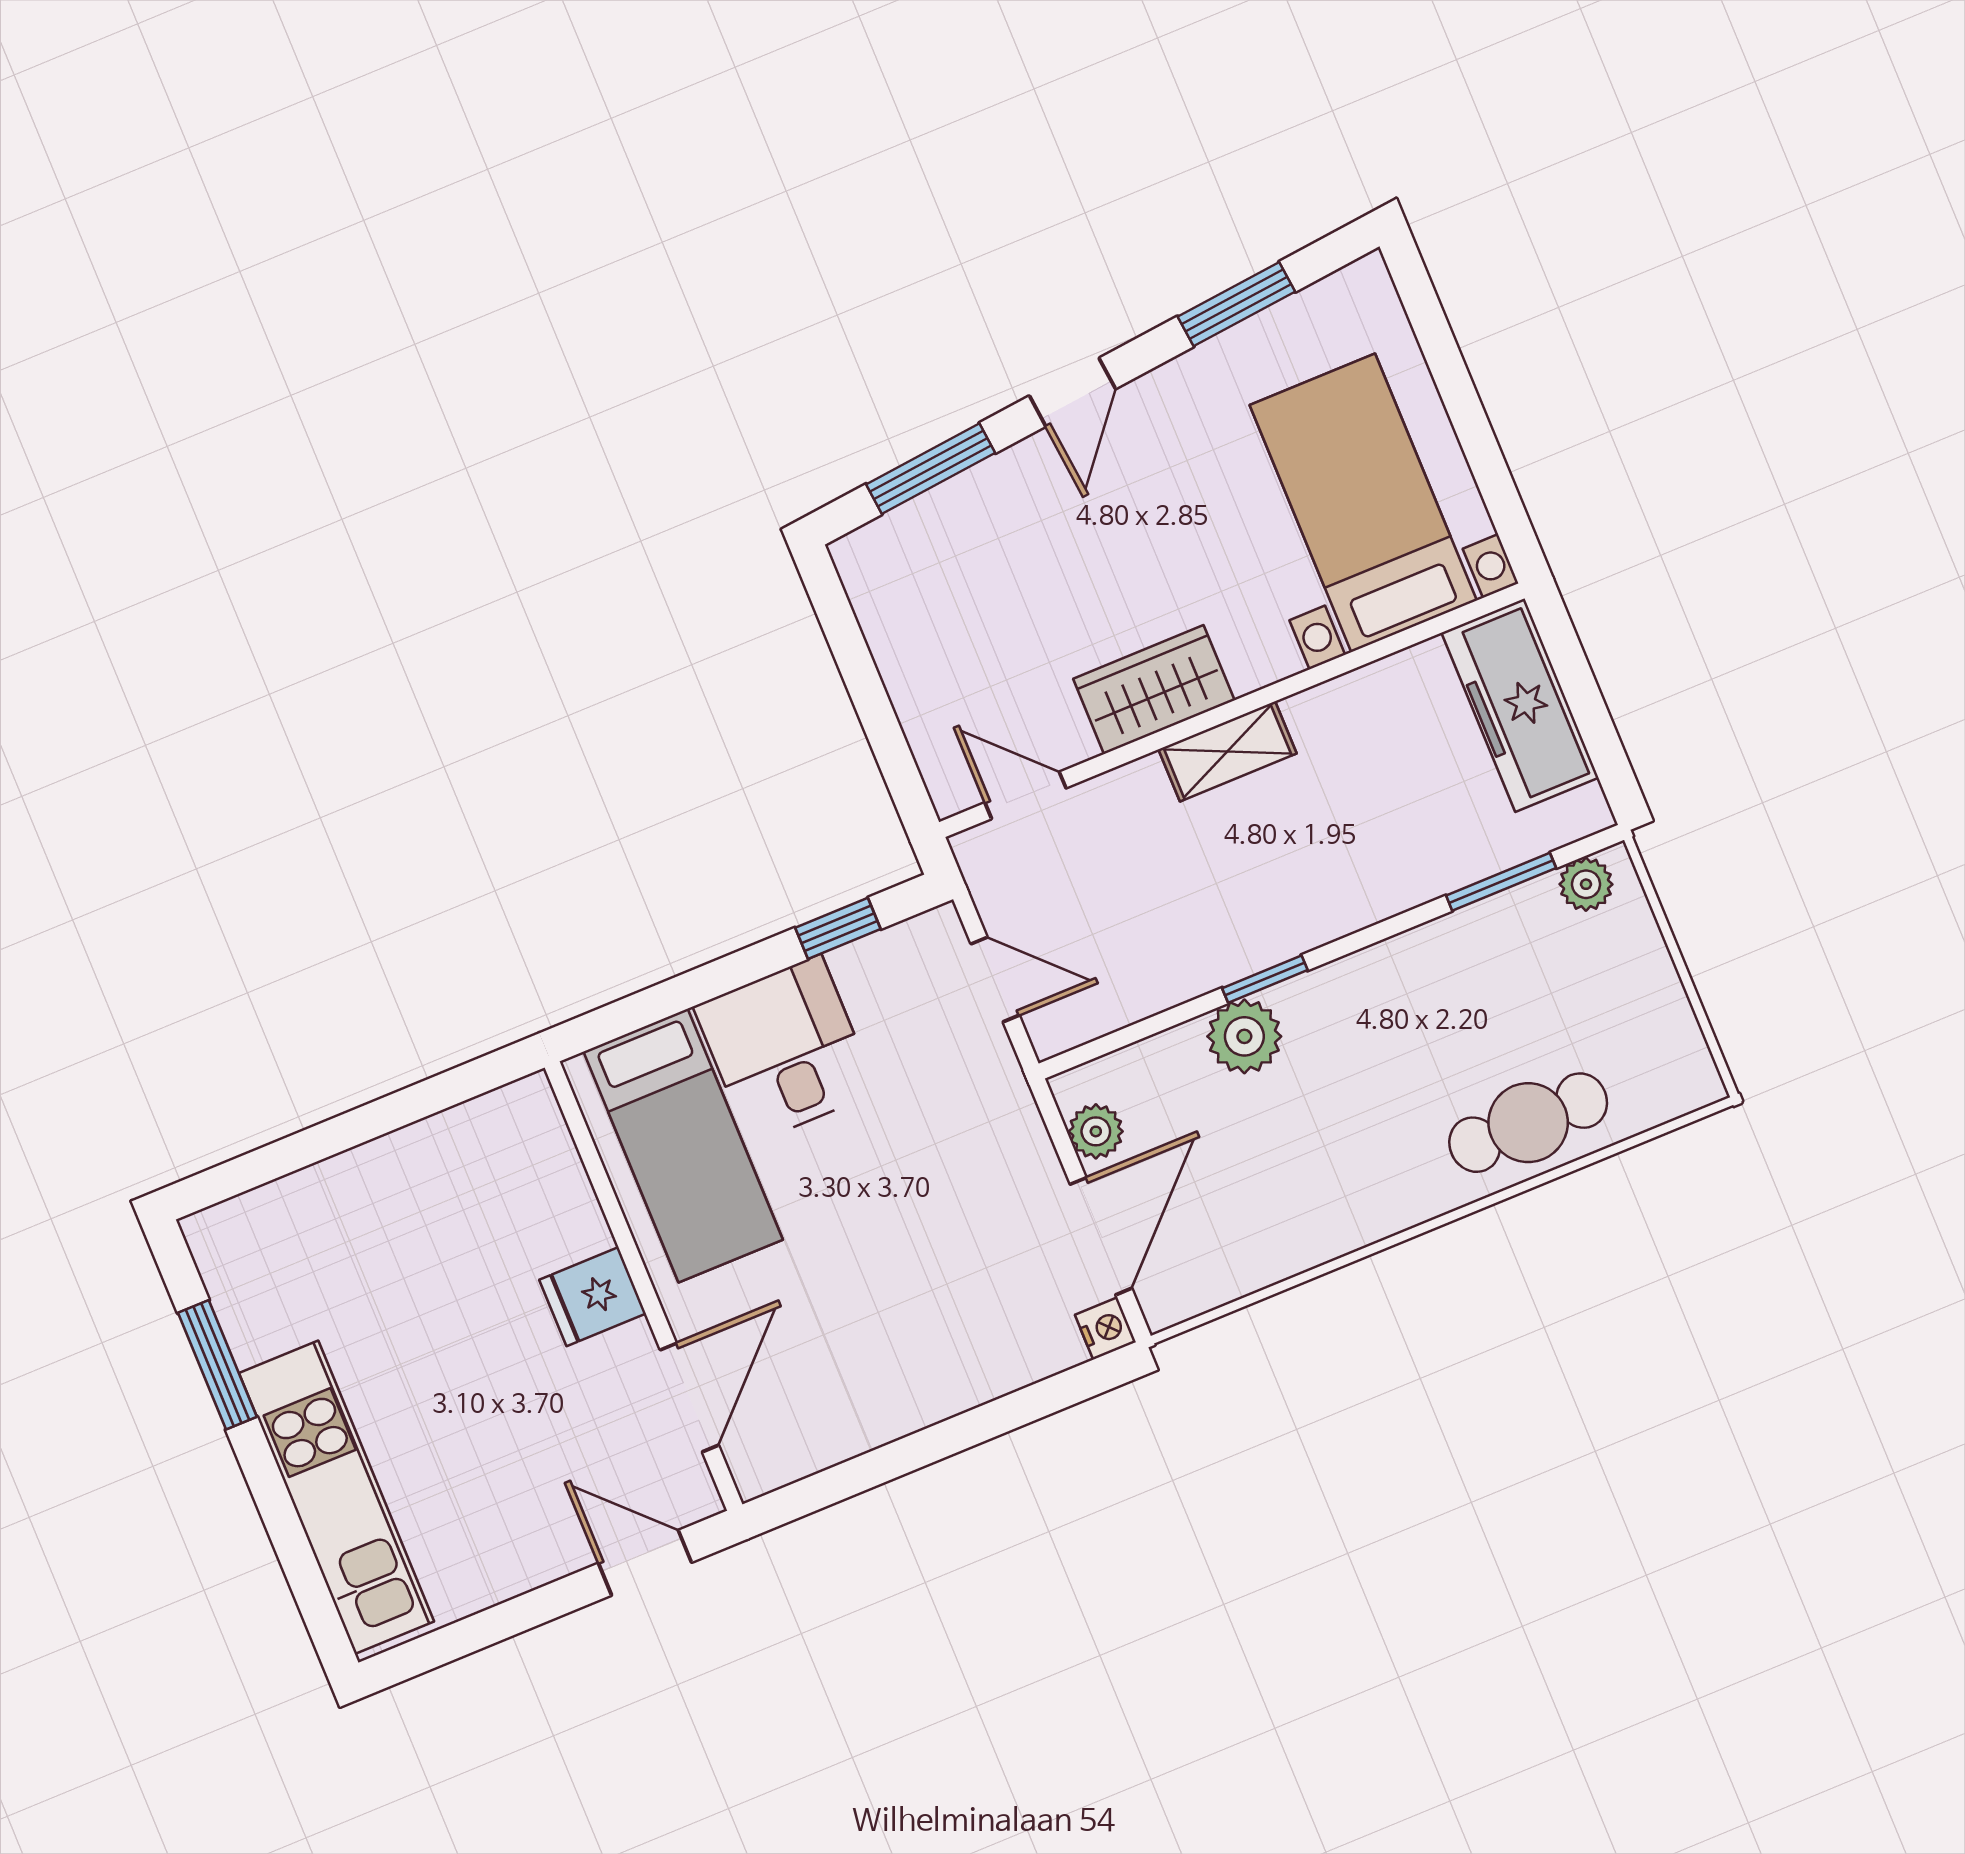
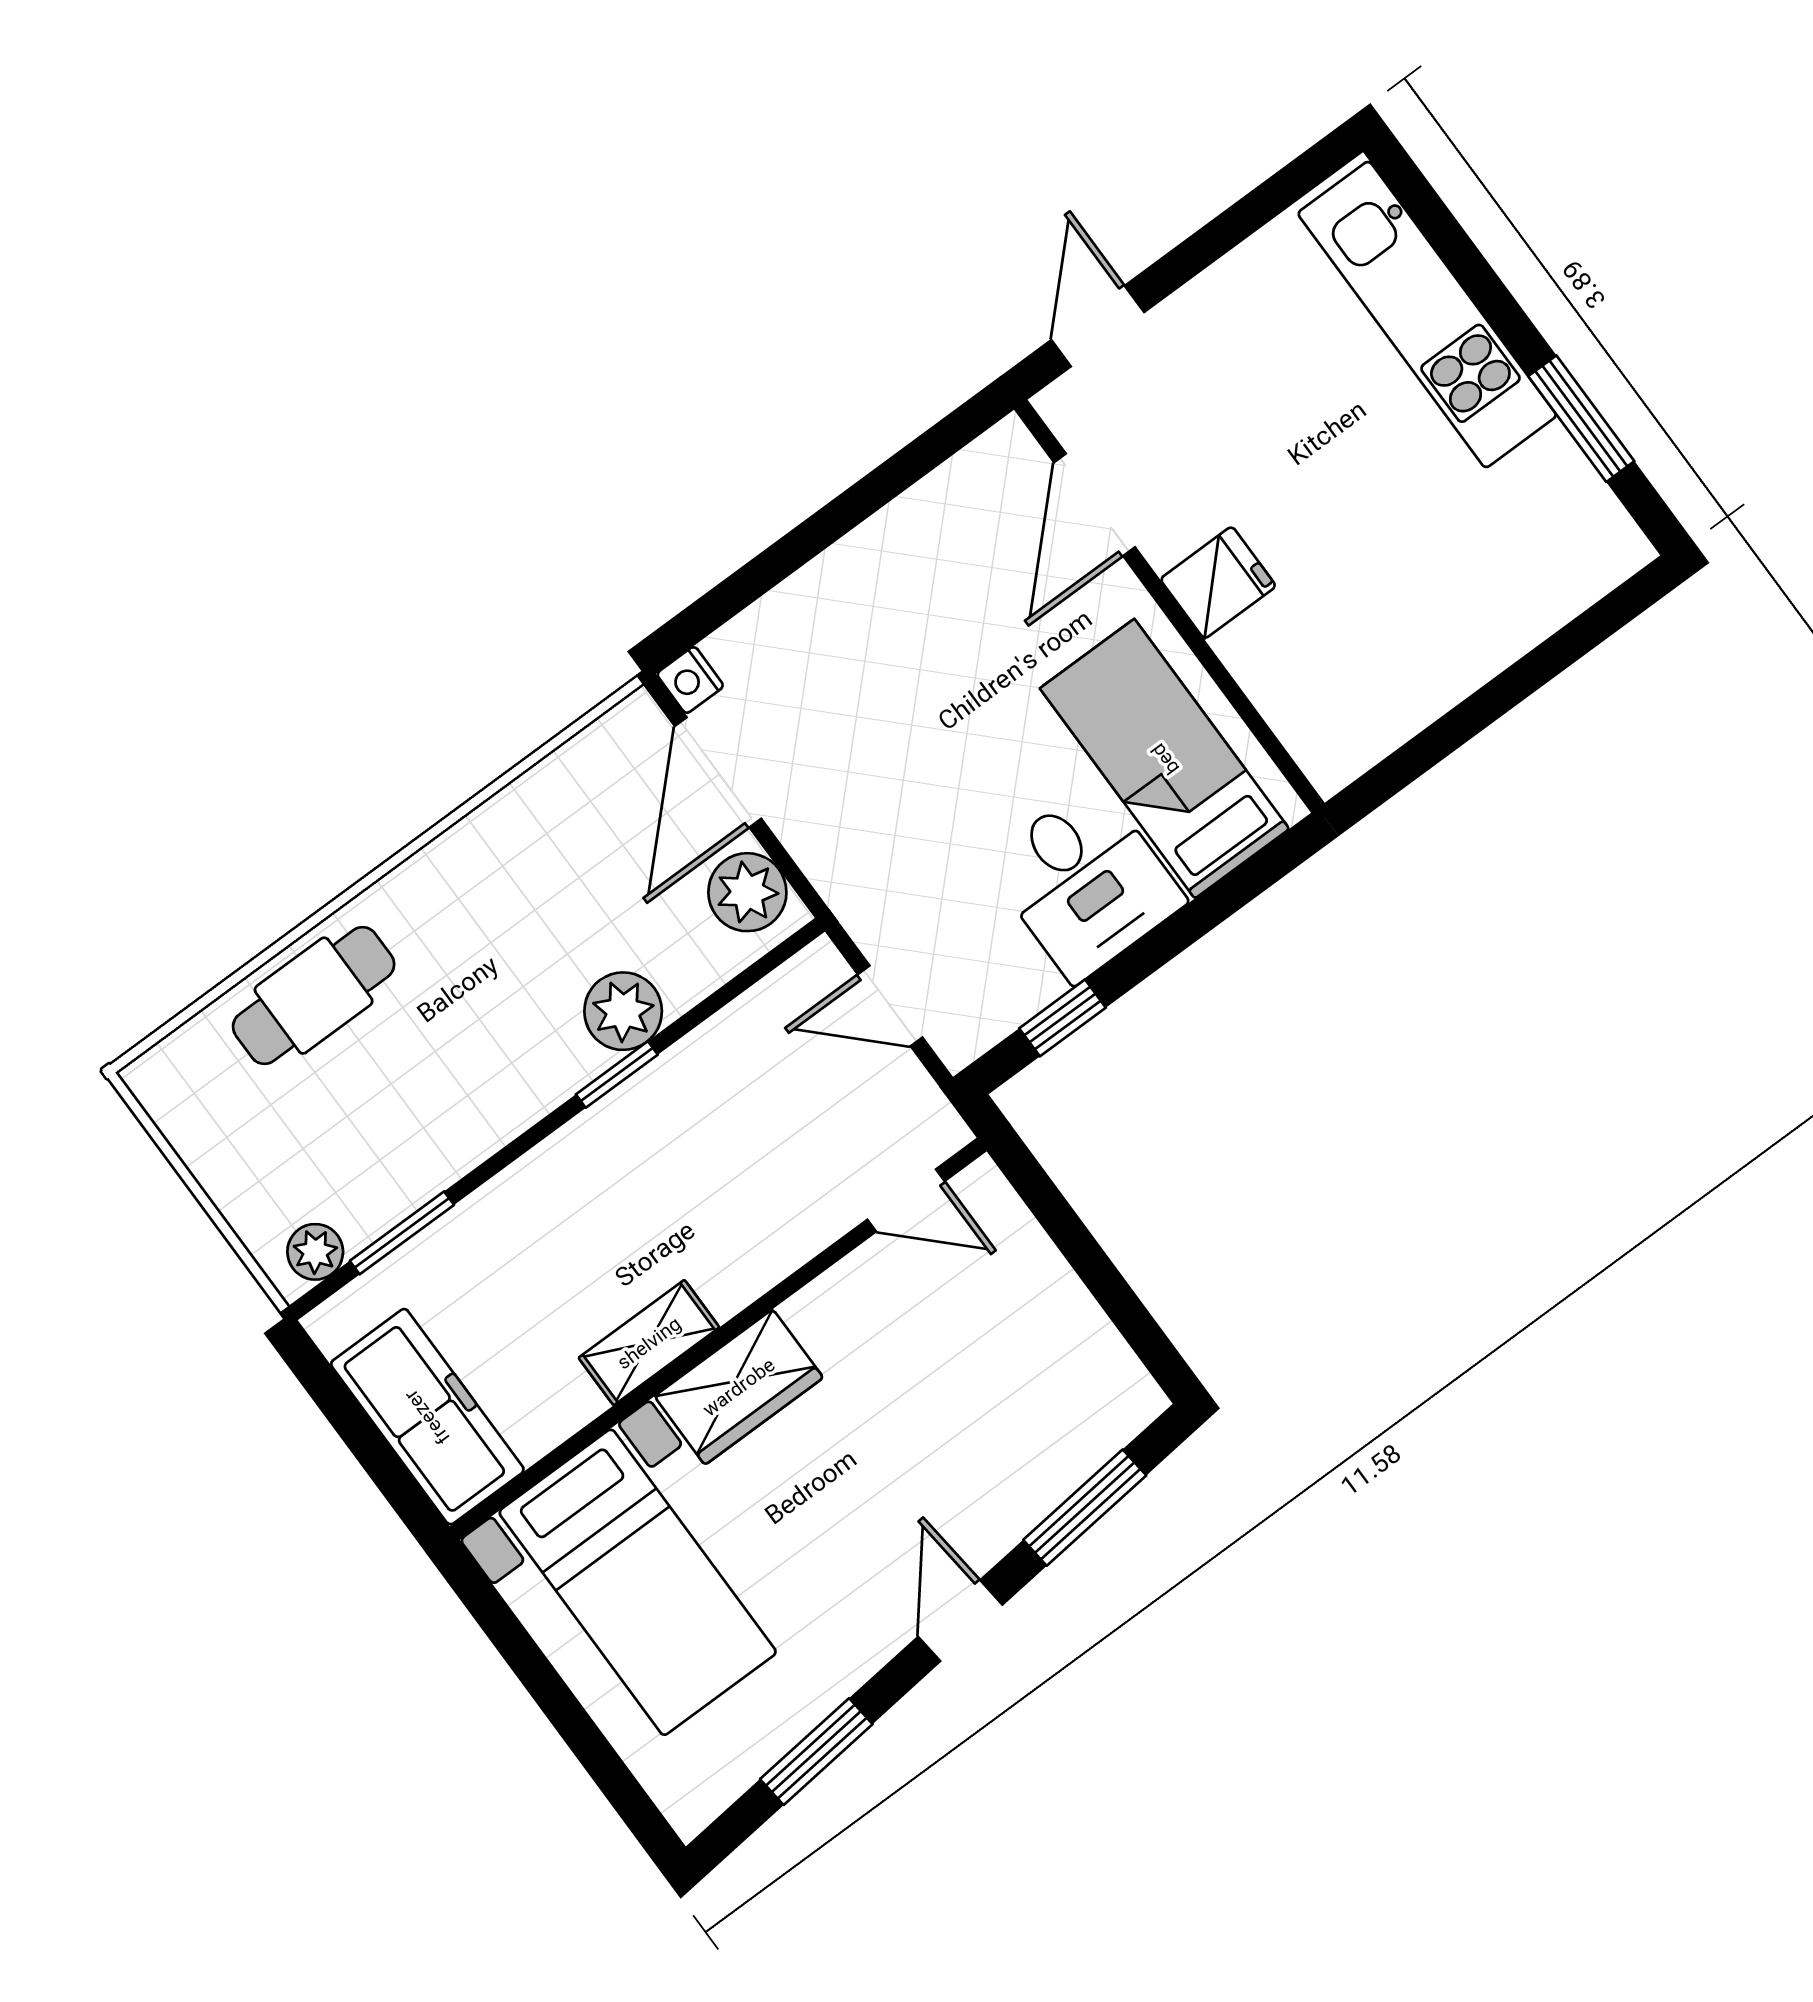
wardrobe: (1154, 689) -> (739, 1387), moved
shelving: (1227, 751) -> (649, 1343), moved
plant: (1096, 1131) -> (747, 892), width x1.38, depth x1.38
door: (645, 1563) -> (1098, 326), swing flipped

